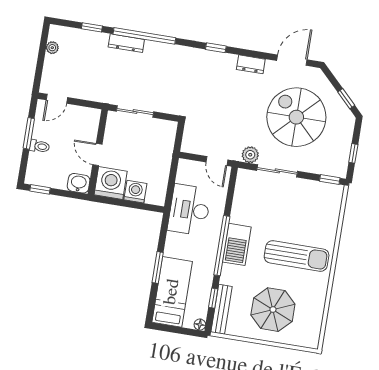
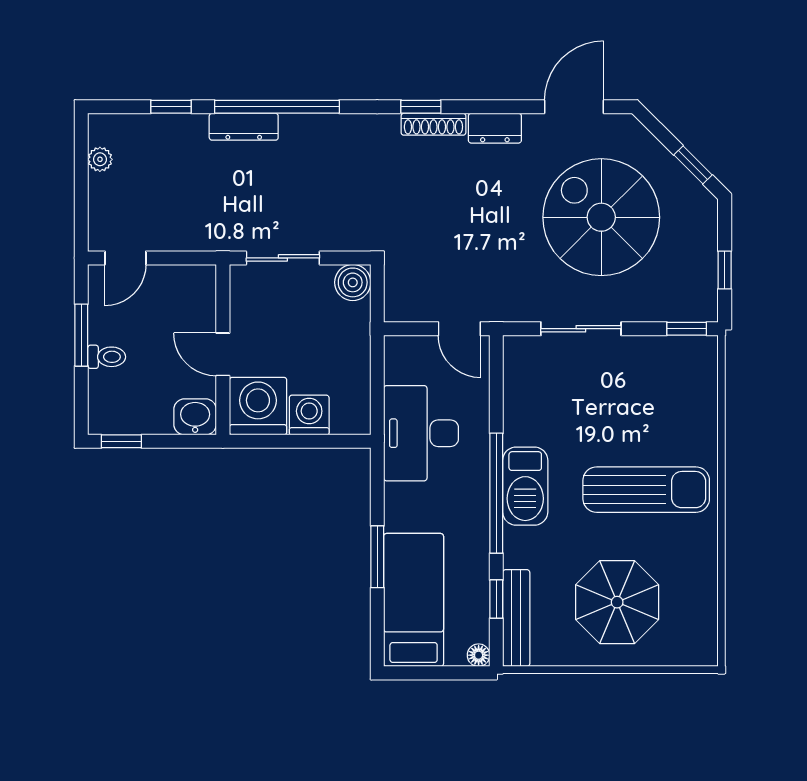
shoe rack: (221, 57) -> (433, 124), added
boiler: (168, 129) -> (353, 282), added
plant: (250, 155) -> (523, 306), removed

